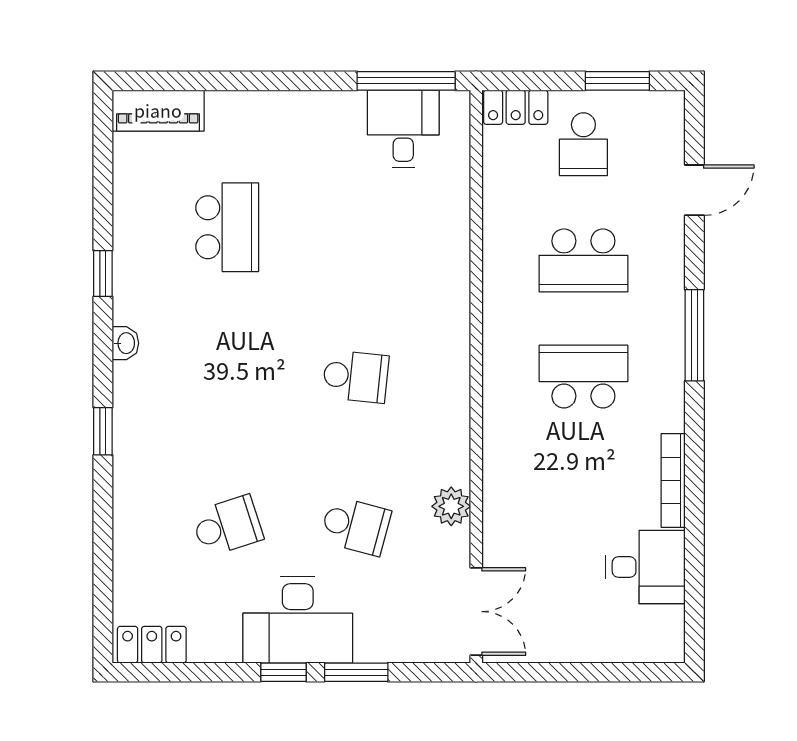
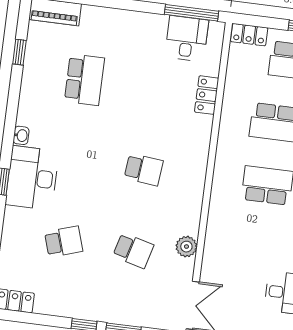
locker: (453, 227) -> (207, 95), added
window: (103, 273) -> (19, 52), moved
desk: (298, 620) -> (32, 178), moved, turned 90

